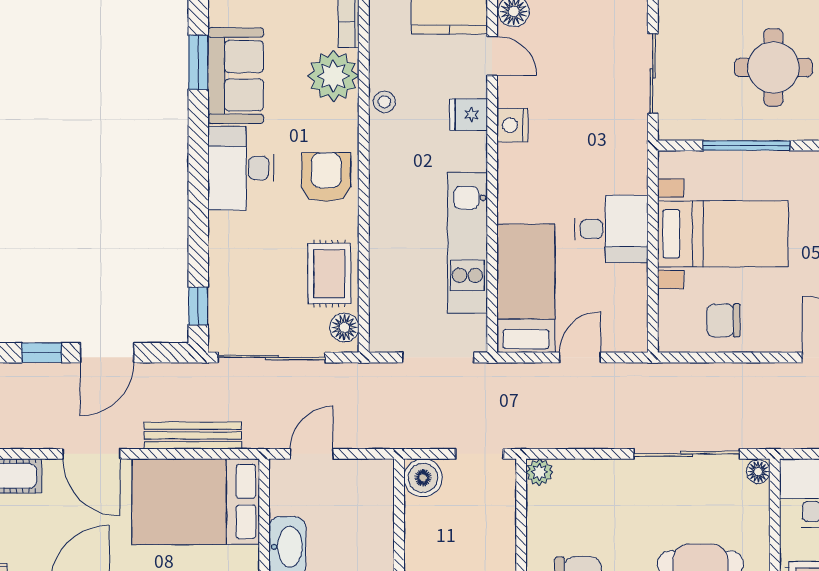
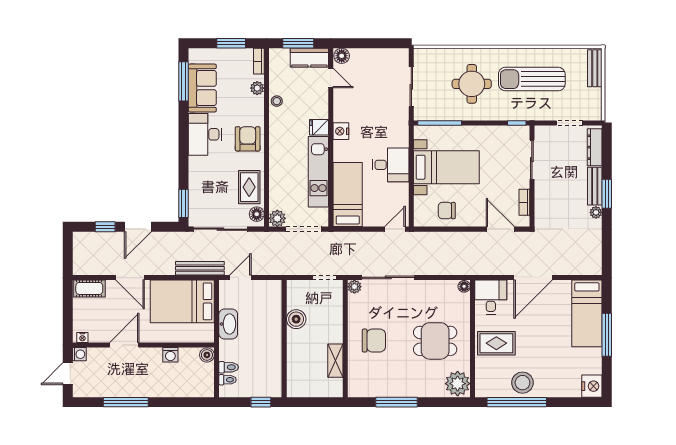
window: (198, 62) -> (184, 81), width x1.44
plant: (333, 76) -> (257, 88), width x0.53, depth x0.53
fridge: (468, 115) -> (319, 127), moved
nightstand: (512, 125) -> (341, 131), moved
window: (746, 145) -> (440, 123), moved
window: (198, 306) -> (184, 203), width x1.50
plant: (385, 336) -> (277, 218), added
door: (580, 357) -> (395, 229), moved
bench: (193, 435) -> (200, 268), moved
sliding door: (687, 454) -> (388, 277), moved
boiler: (423, 478) -> (296, 319), moved

